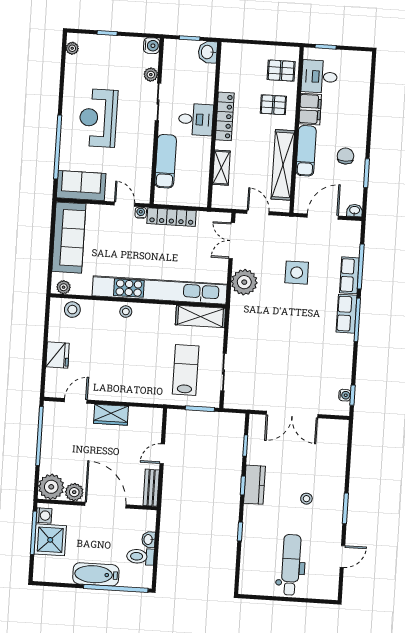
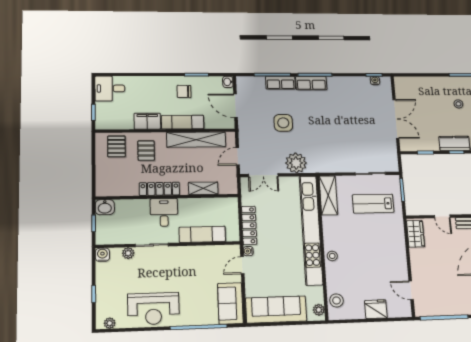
desk: (319, 77) -> (110, 88), moved, turned 90
reception desk: (98, 118) -> (153, 309), moved
wardrobe: (111, 415) -> (415, 234), moved

